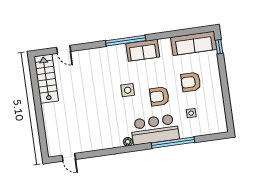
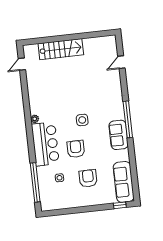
stairs: (46, 79) -> (61, 49), moved
window: (173, 143) -> (35, 182), moved

